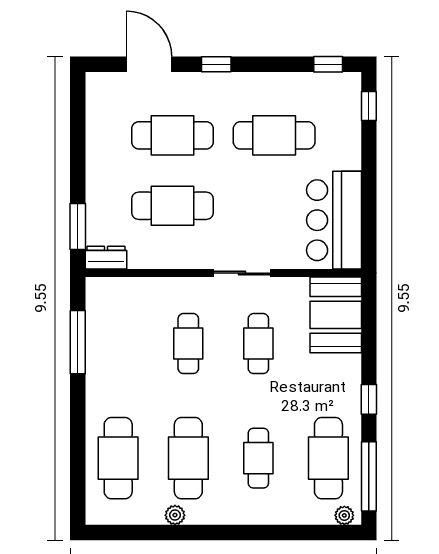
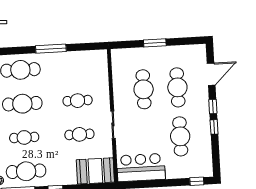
window: (328, 64) -> (214, 127), moved
window: (78, 227) -> (155, 43), moved
dresser: (106, 258) -> (117, 59), removed
window: (78, 342) -> (51, 49), moved

